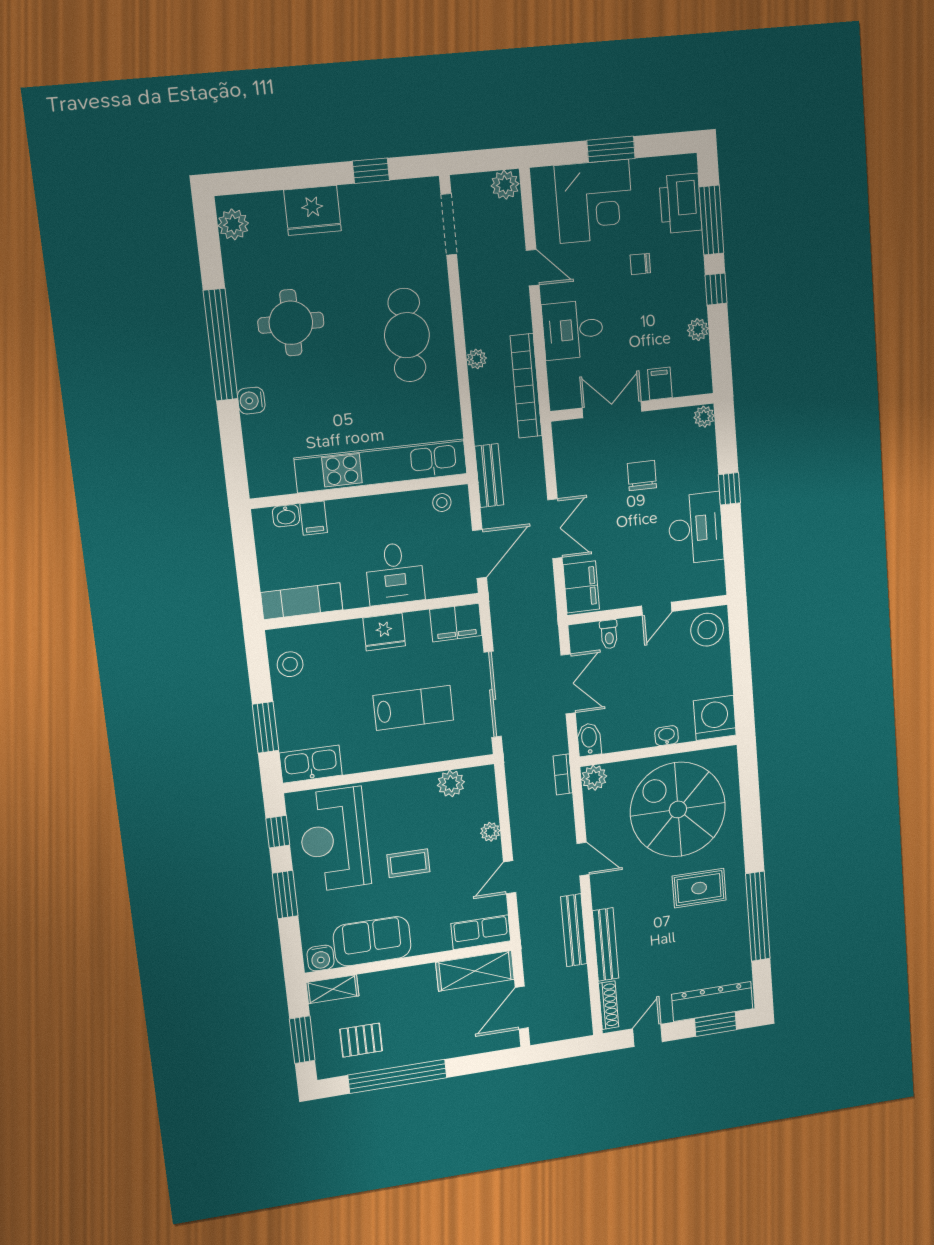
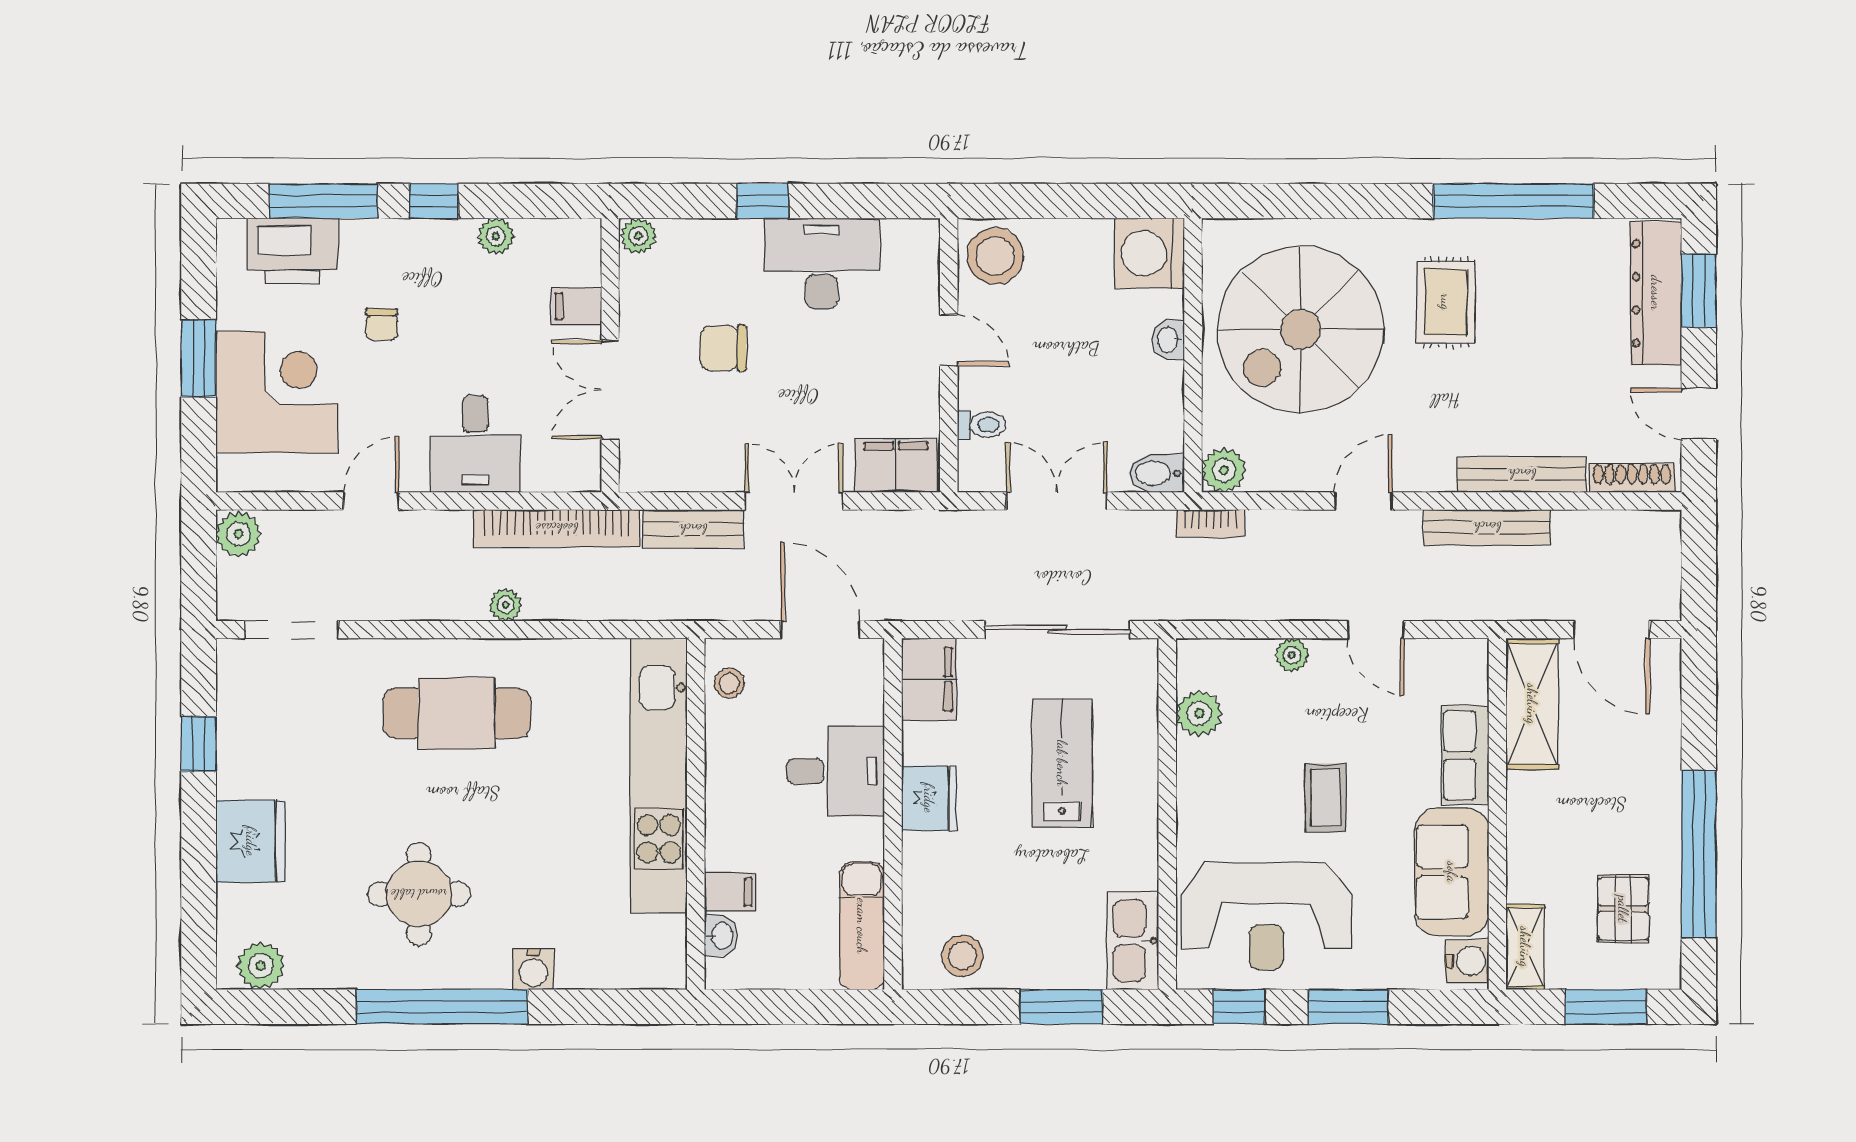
bench: (489, 476) -> (693, 529), moved
row of seats: (481, 932) -> (1465, 755), moved

